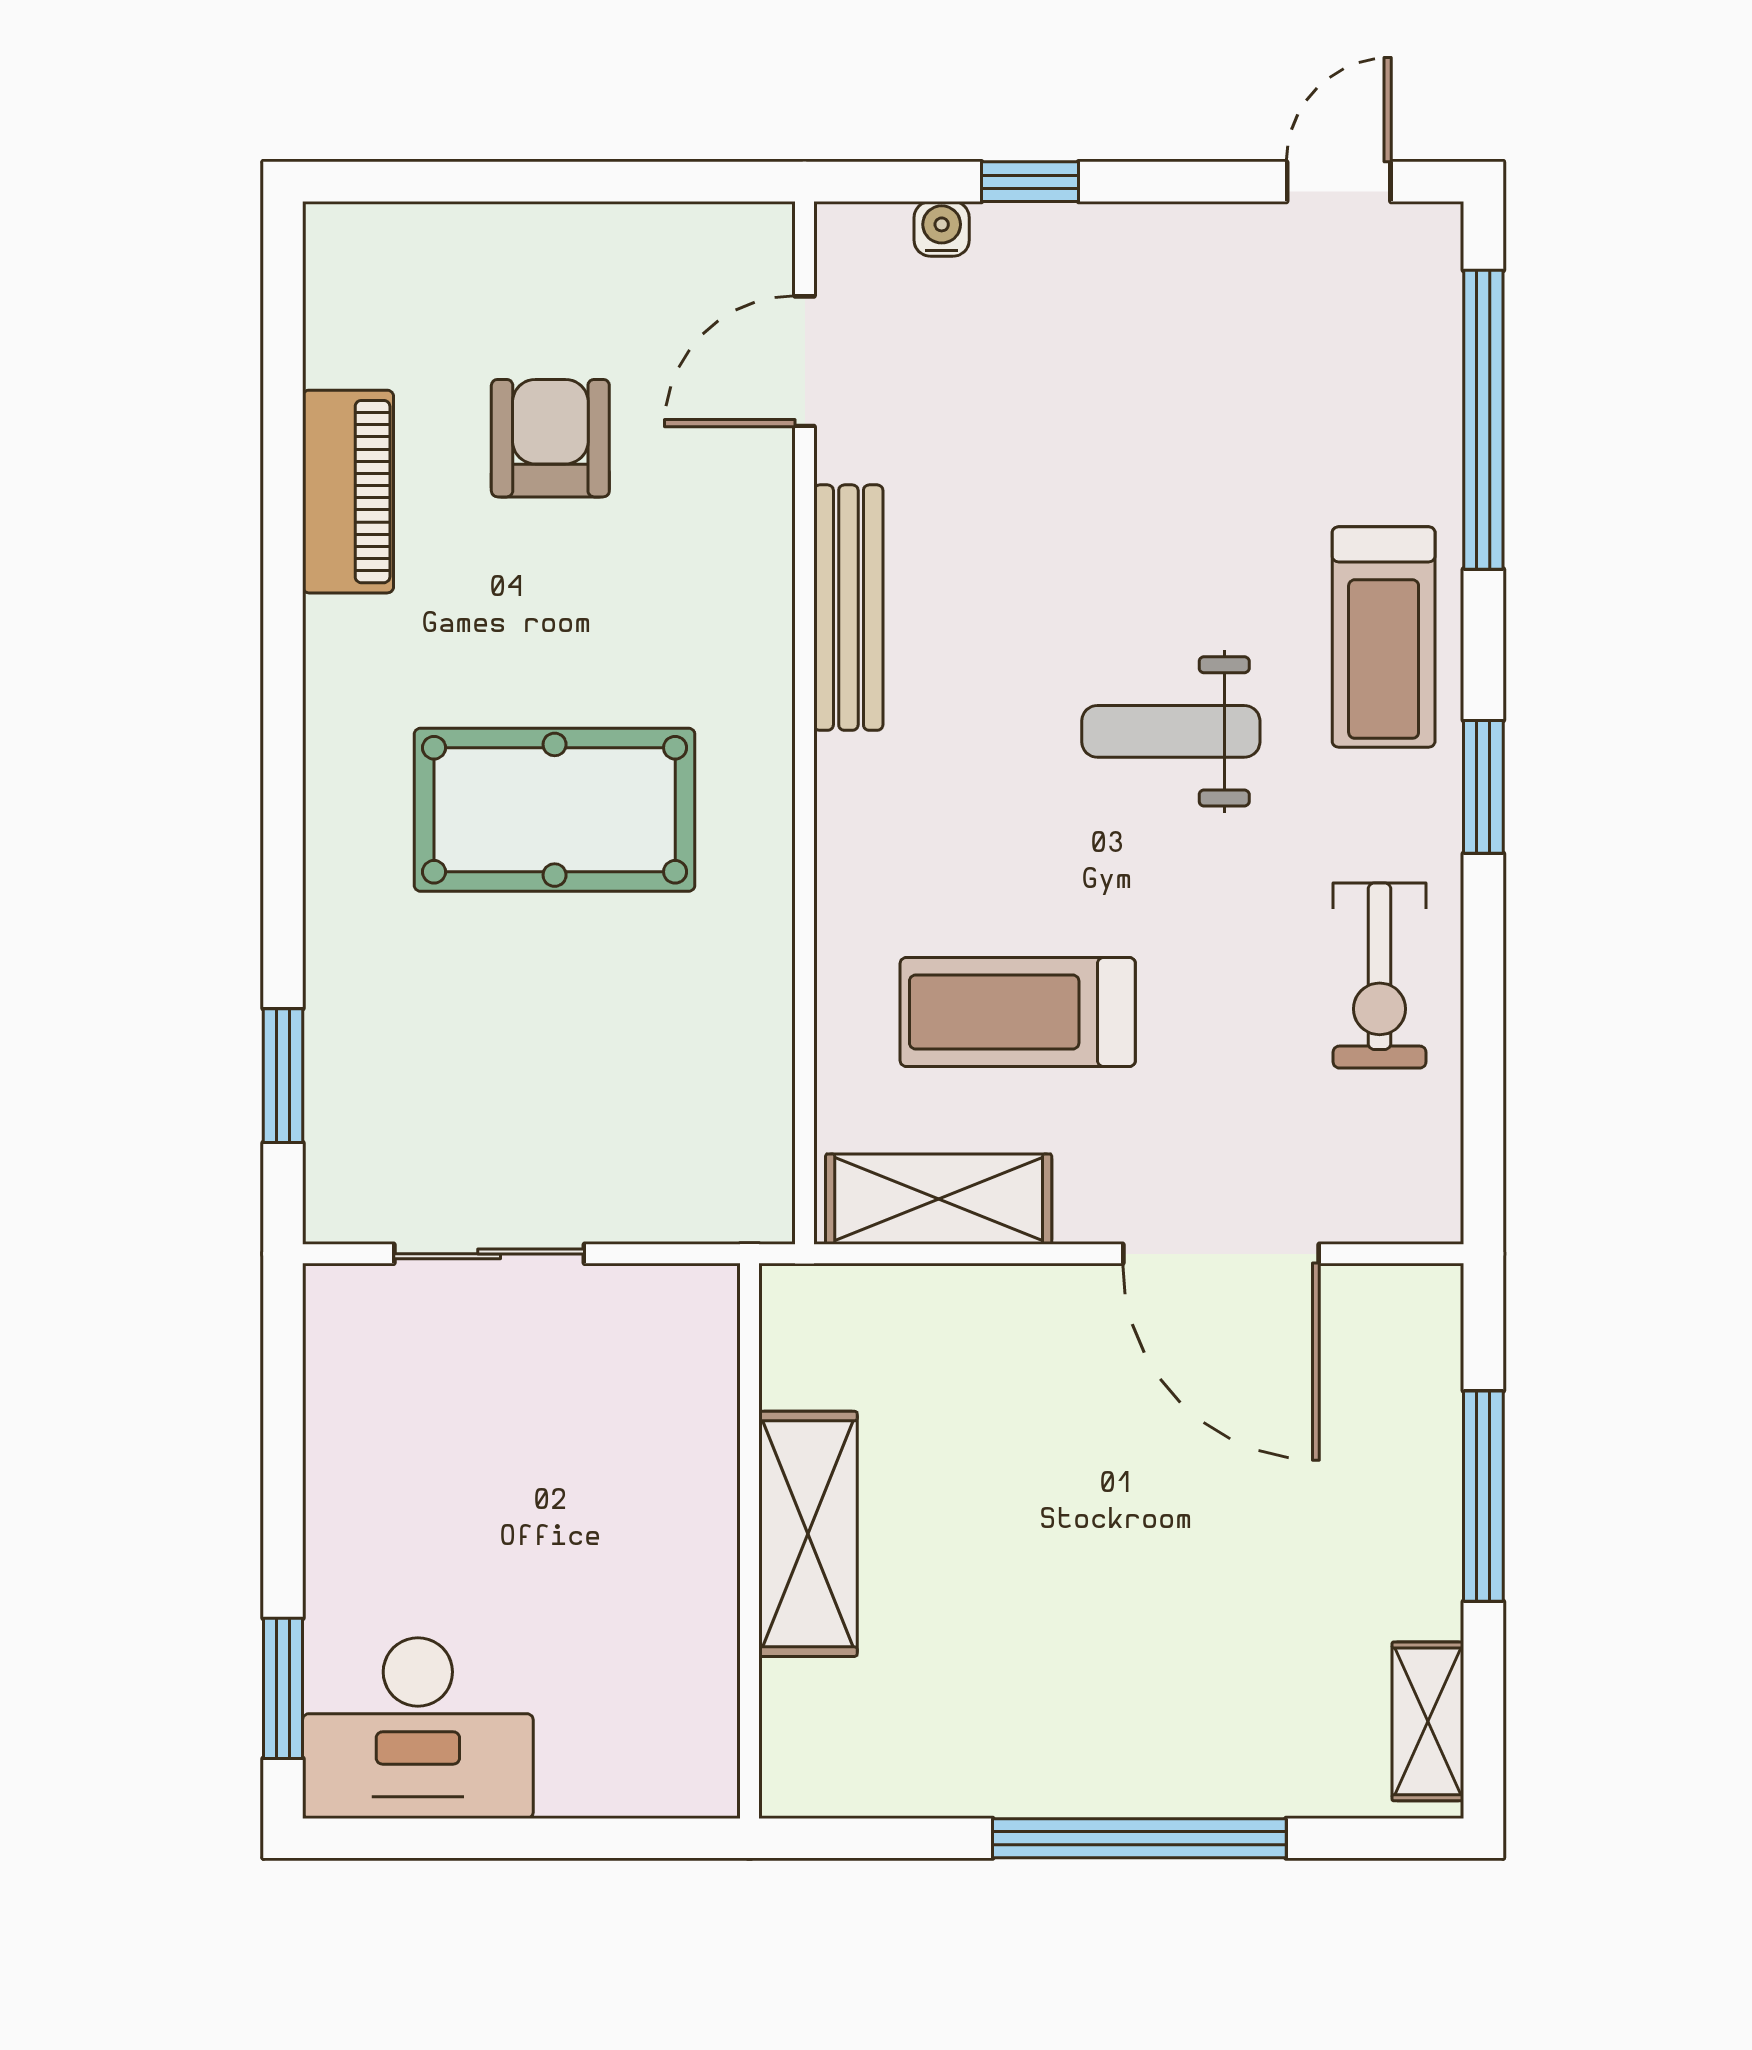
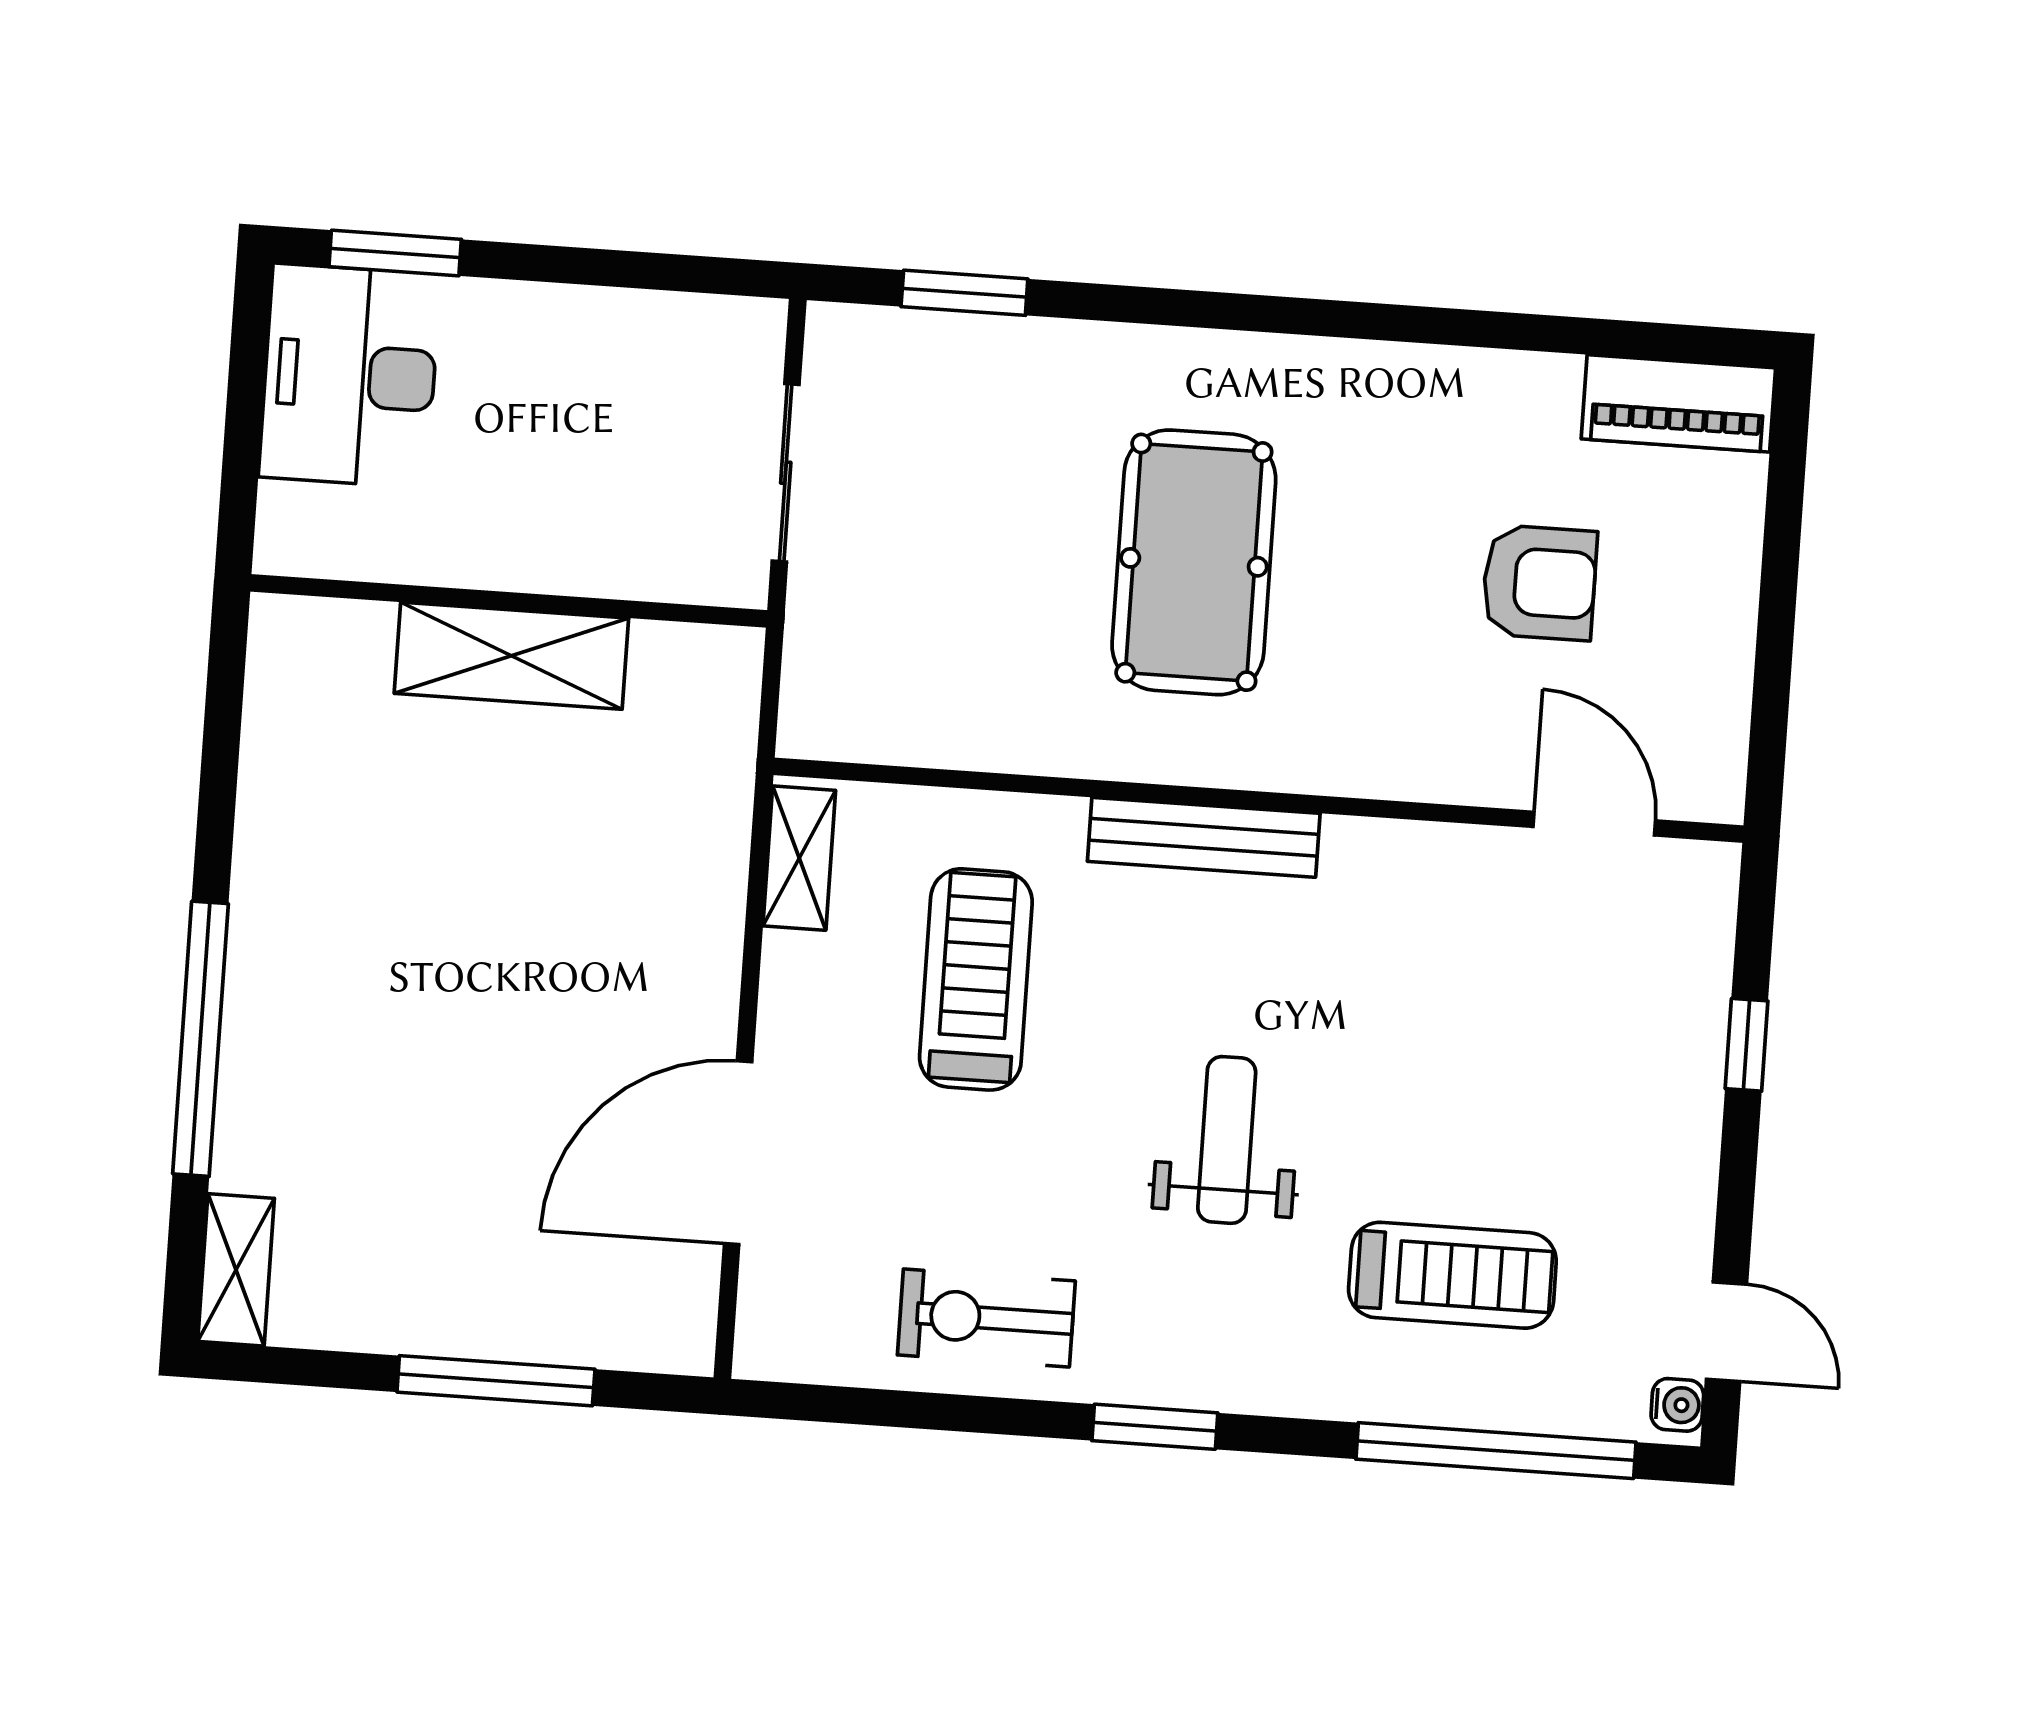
water cooler: (942, 229) -> (1677, 1405), moved
piano: (348, 492) -> (1678, 403), moved
bench: (848, 608) -> (1204, 837), moved
treadmill: (1384, 637) -> (1452, 1275), moved, turned 180
shelving: (939, 1199) -> (799, 858), width x0.67, depth x0.75
shelving: (808, 1534) -> (511, 656), moved
wall: (749, 1541) -> (509, 601), moved
shelving: (1428, 1721) -> (236, 1270), moved, turned 90

